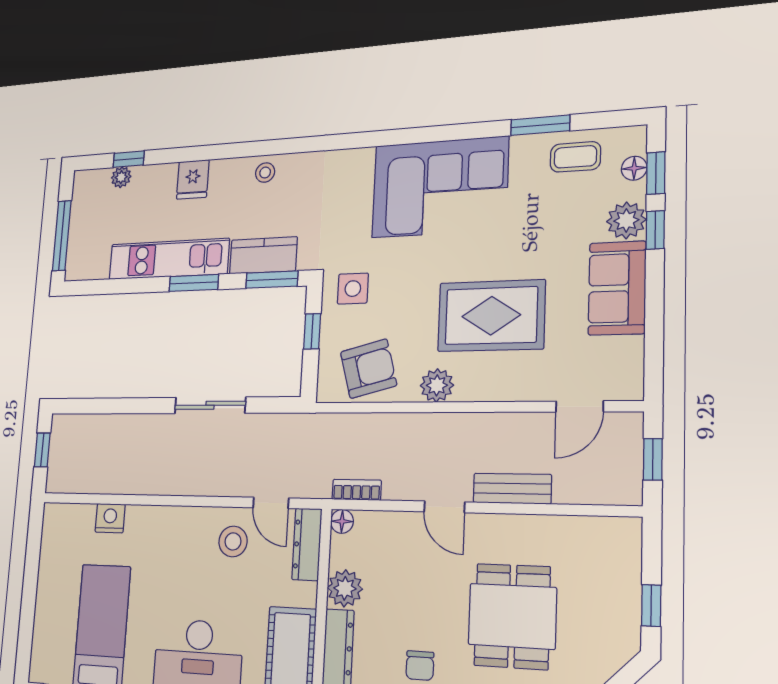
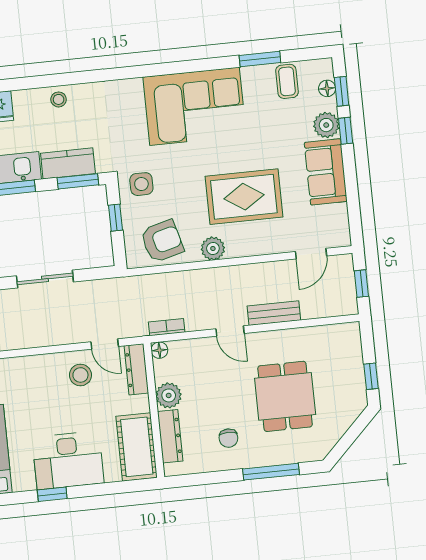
coffee table: (575, 157) -> (287, 81), turned 90

